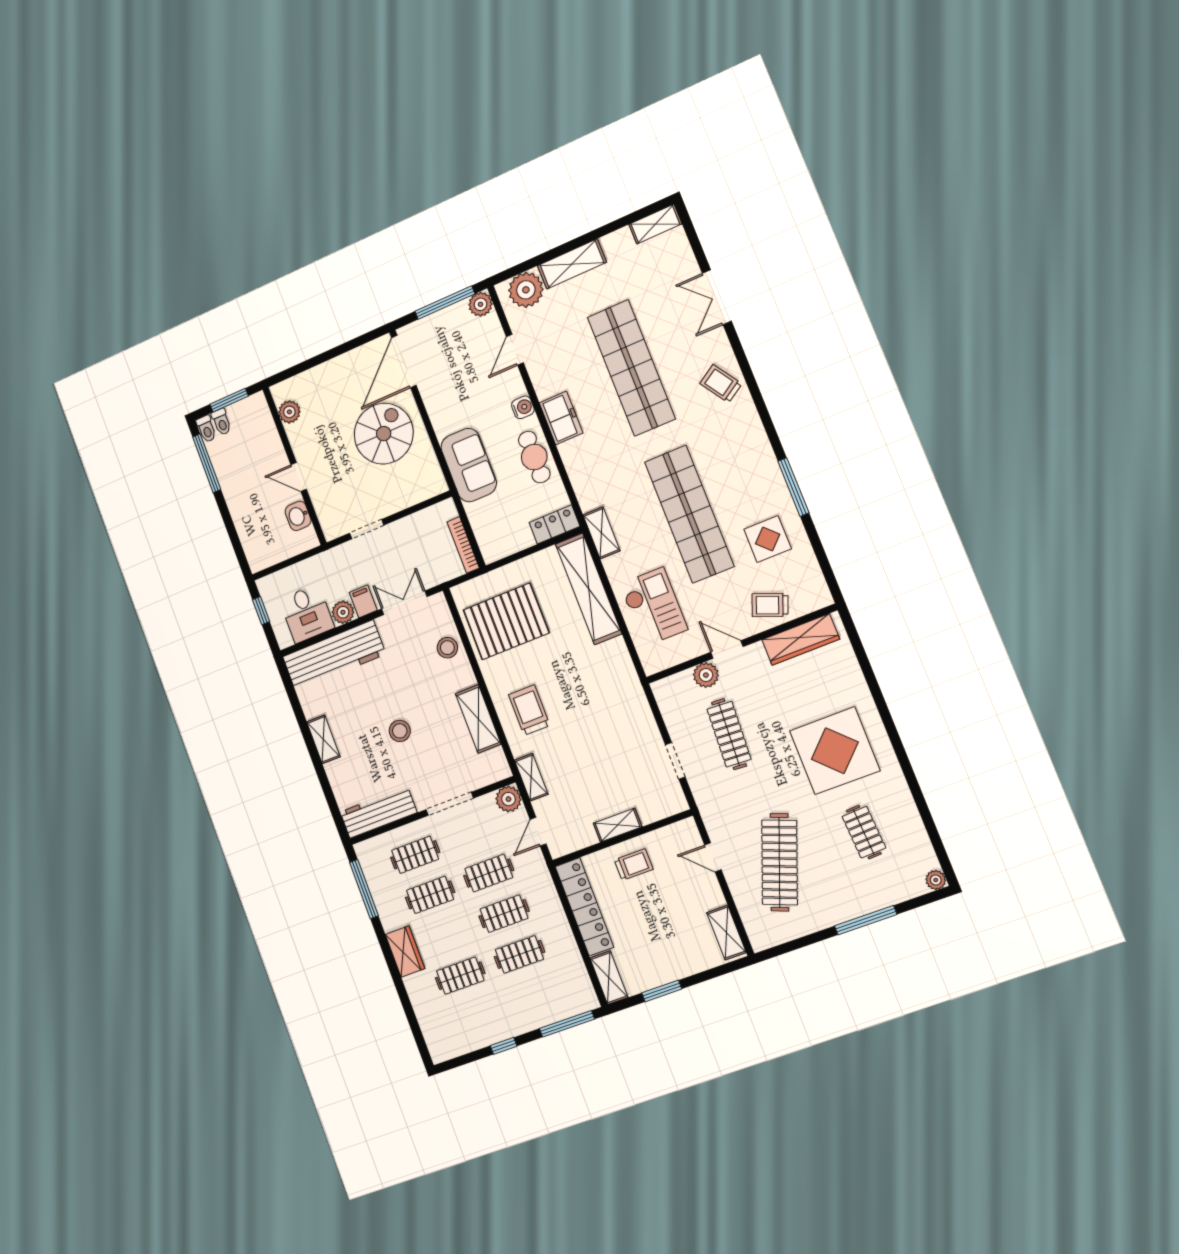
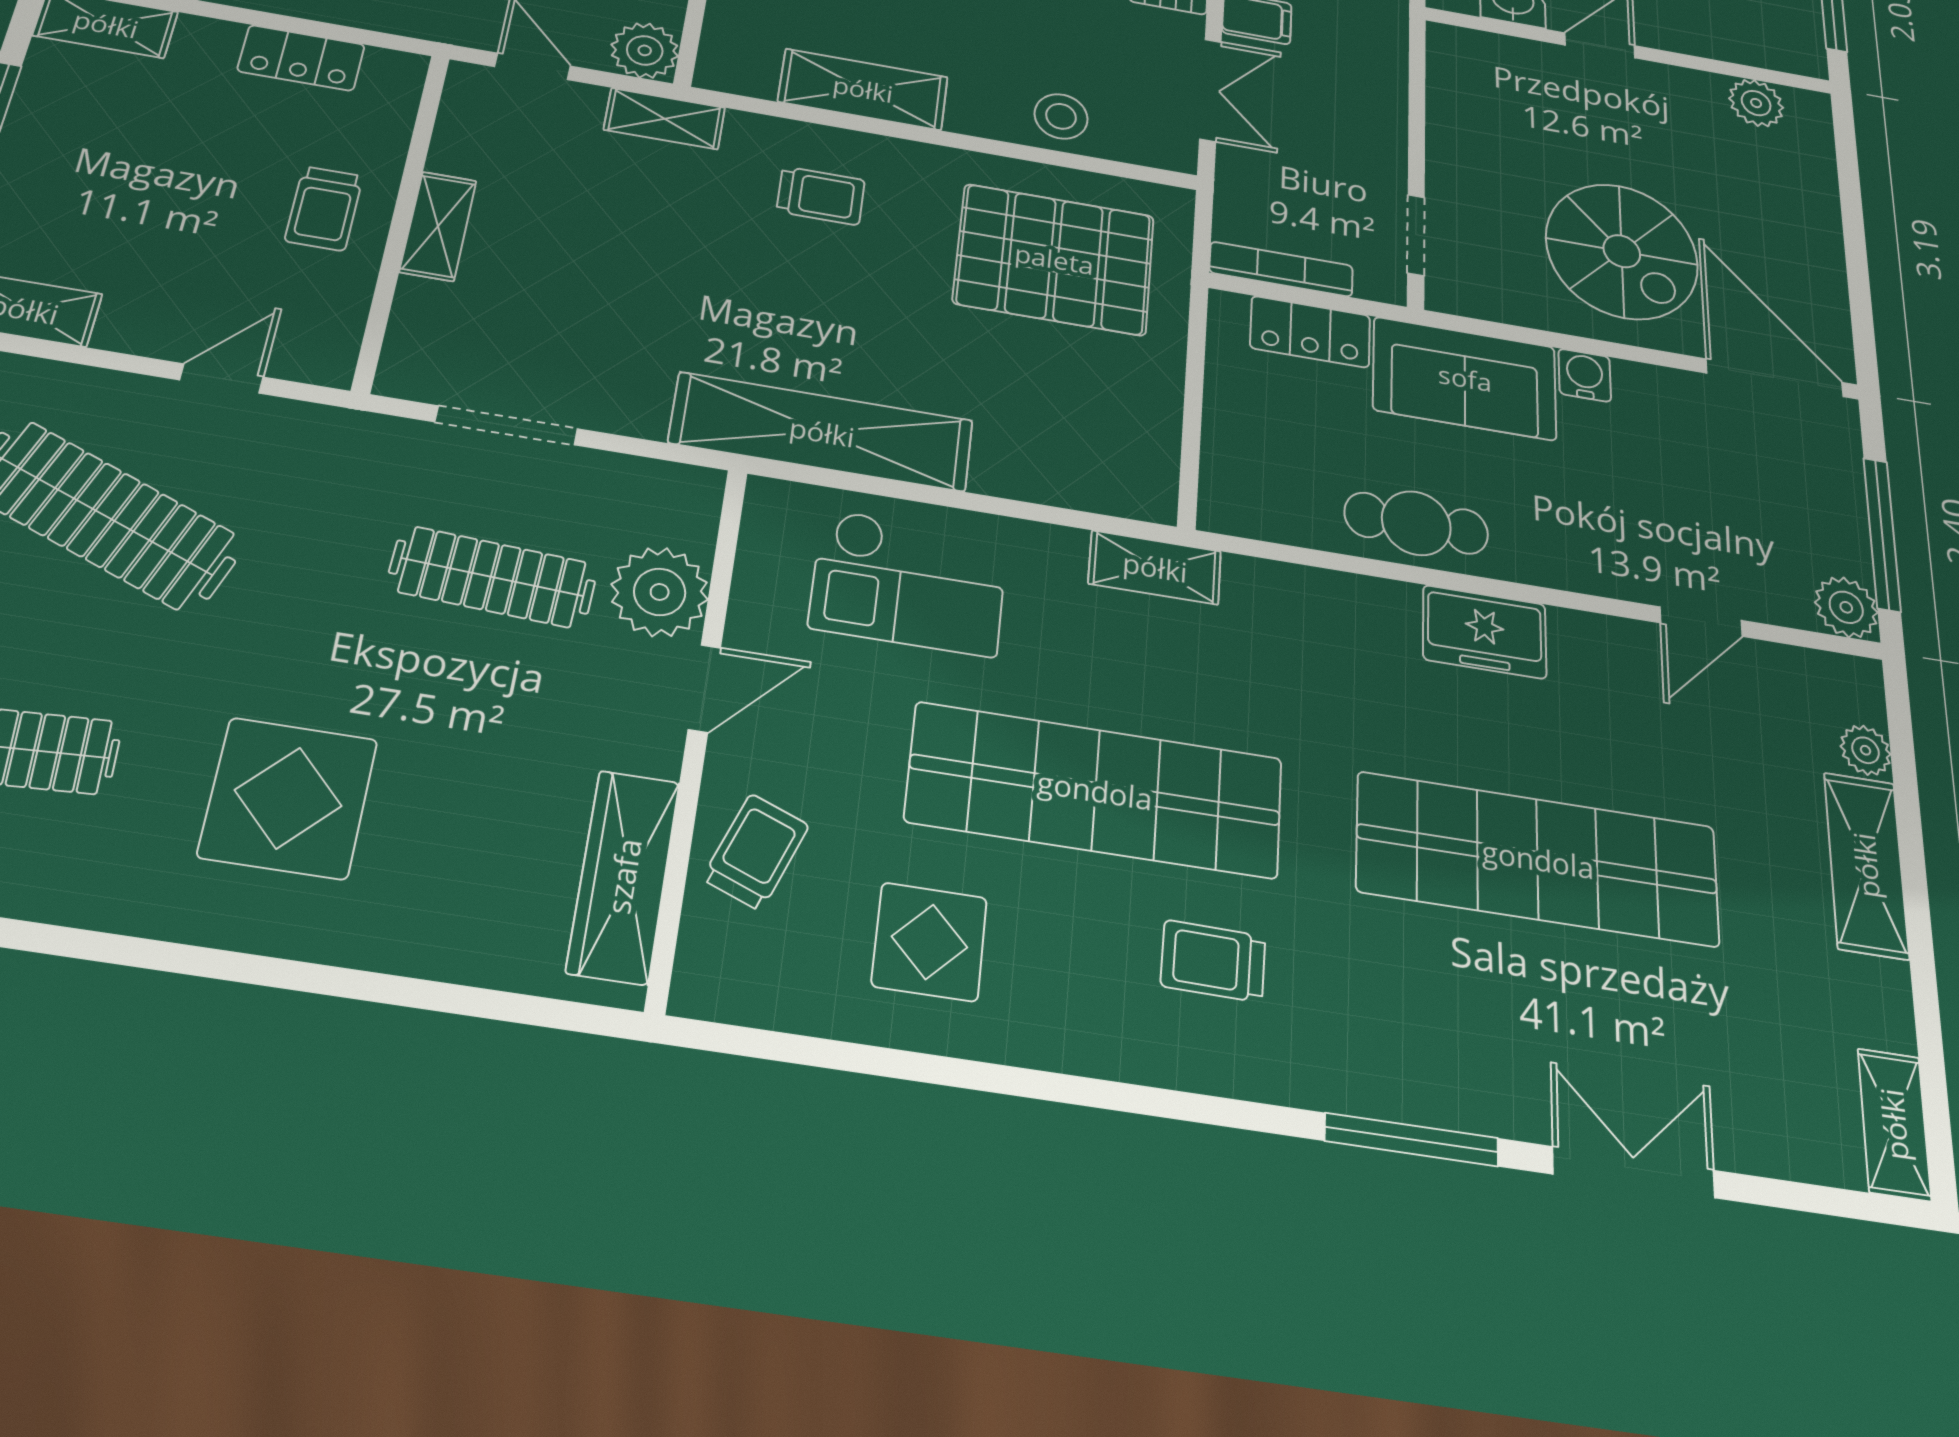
plant: (526, 290) -> (1866, 750), width x0.53, depth x0.53
door: (515, 350) -> (1701, 622), swing flipped
trolley: (721, 384) -> (1213, 961), moved, turned -146
water cooler: (523, 407) -> (1585, 375), moved, turned 180
window: (793, 487) -> (1412, 1140), moved
locker: (555, 524) -> (1310, 332), moved, turned 90
doorway: (367, 529) -> (1416, 235), moved
shelving: (589, 589) -> (822, 432), moved
pallet: (506, 621) -> (1054, 259), turned 90
plant: (706, 675) -> (660, 592), width x1.36, depth x1.36
trolley: (529, 710) -> (821, 196), width x0.73, depth x0.72
display table: (835, 751) -> (288, 798), width x0.73, depth x0.73
doorway: (675, 761) -> (506, 425), width x1.38
locker: (584, 907) -> (301, 58), width x0.46, depth x0.83

